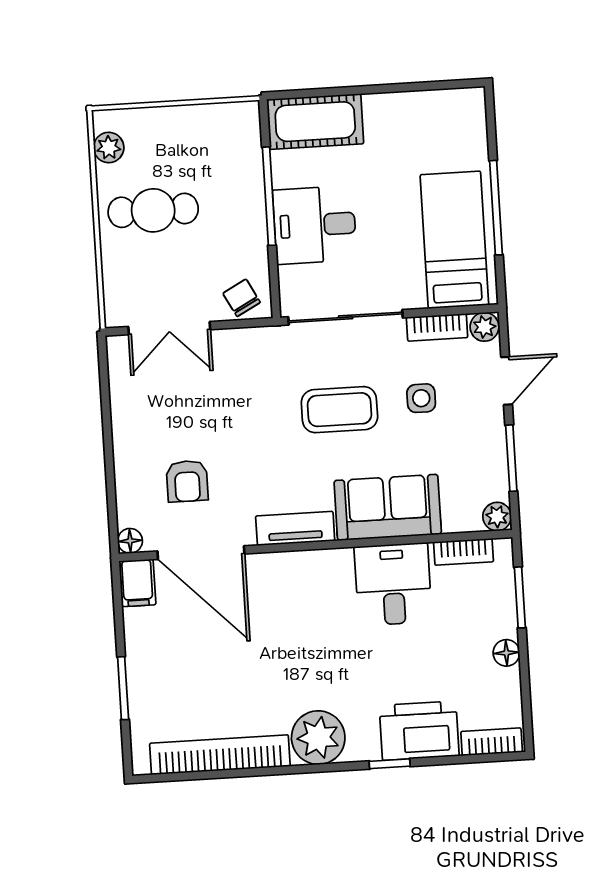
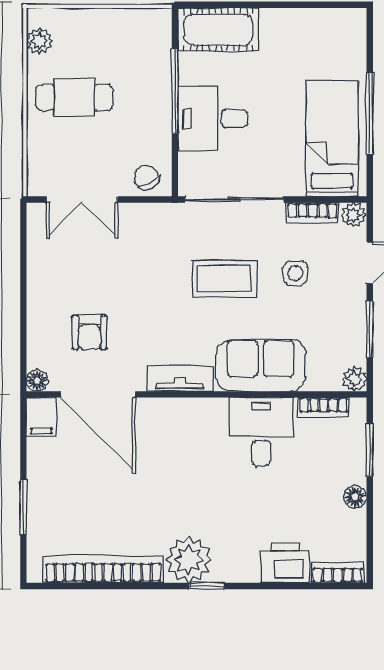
printer: (419, 731) -> (285, 563), width x0.73, depth x0.84
window: (390, 764) -> (207, 586), moved

